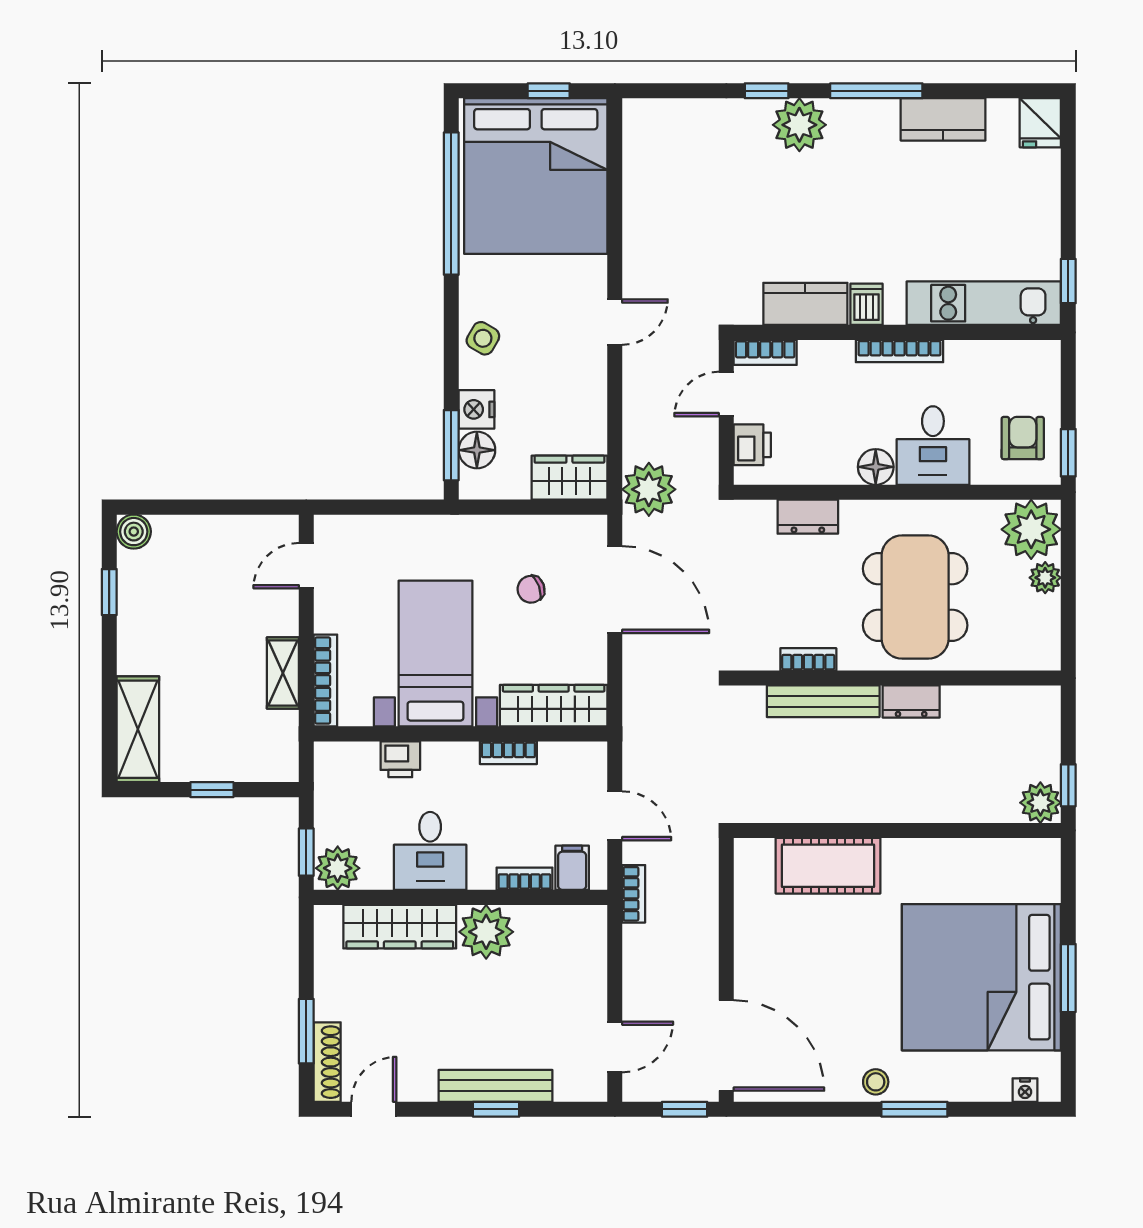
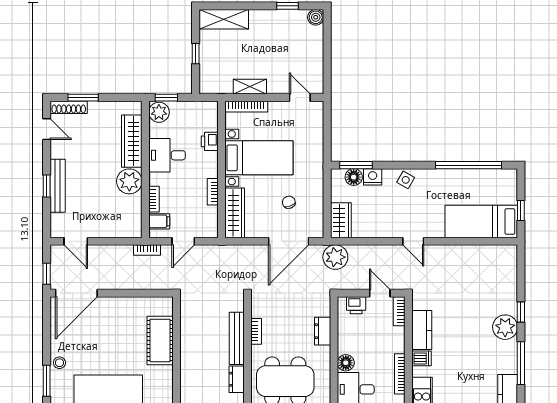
bed: (536, 176) -> (481, 221), width x0.49

